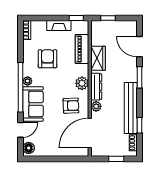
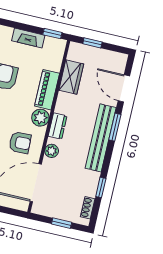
piano: (82, 49) -> (47, 90), moved
wardrobe: (98, 58) -> (71, 77), moved
dresser: (96, 87) -> (58, 126), width x0.70
bench: (131, 108) -> (101, 138), moved

